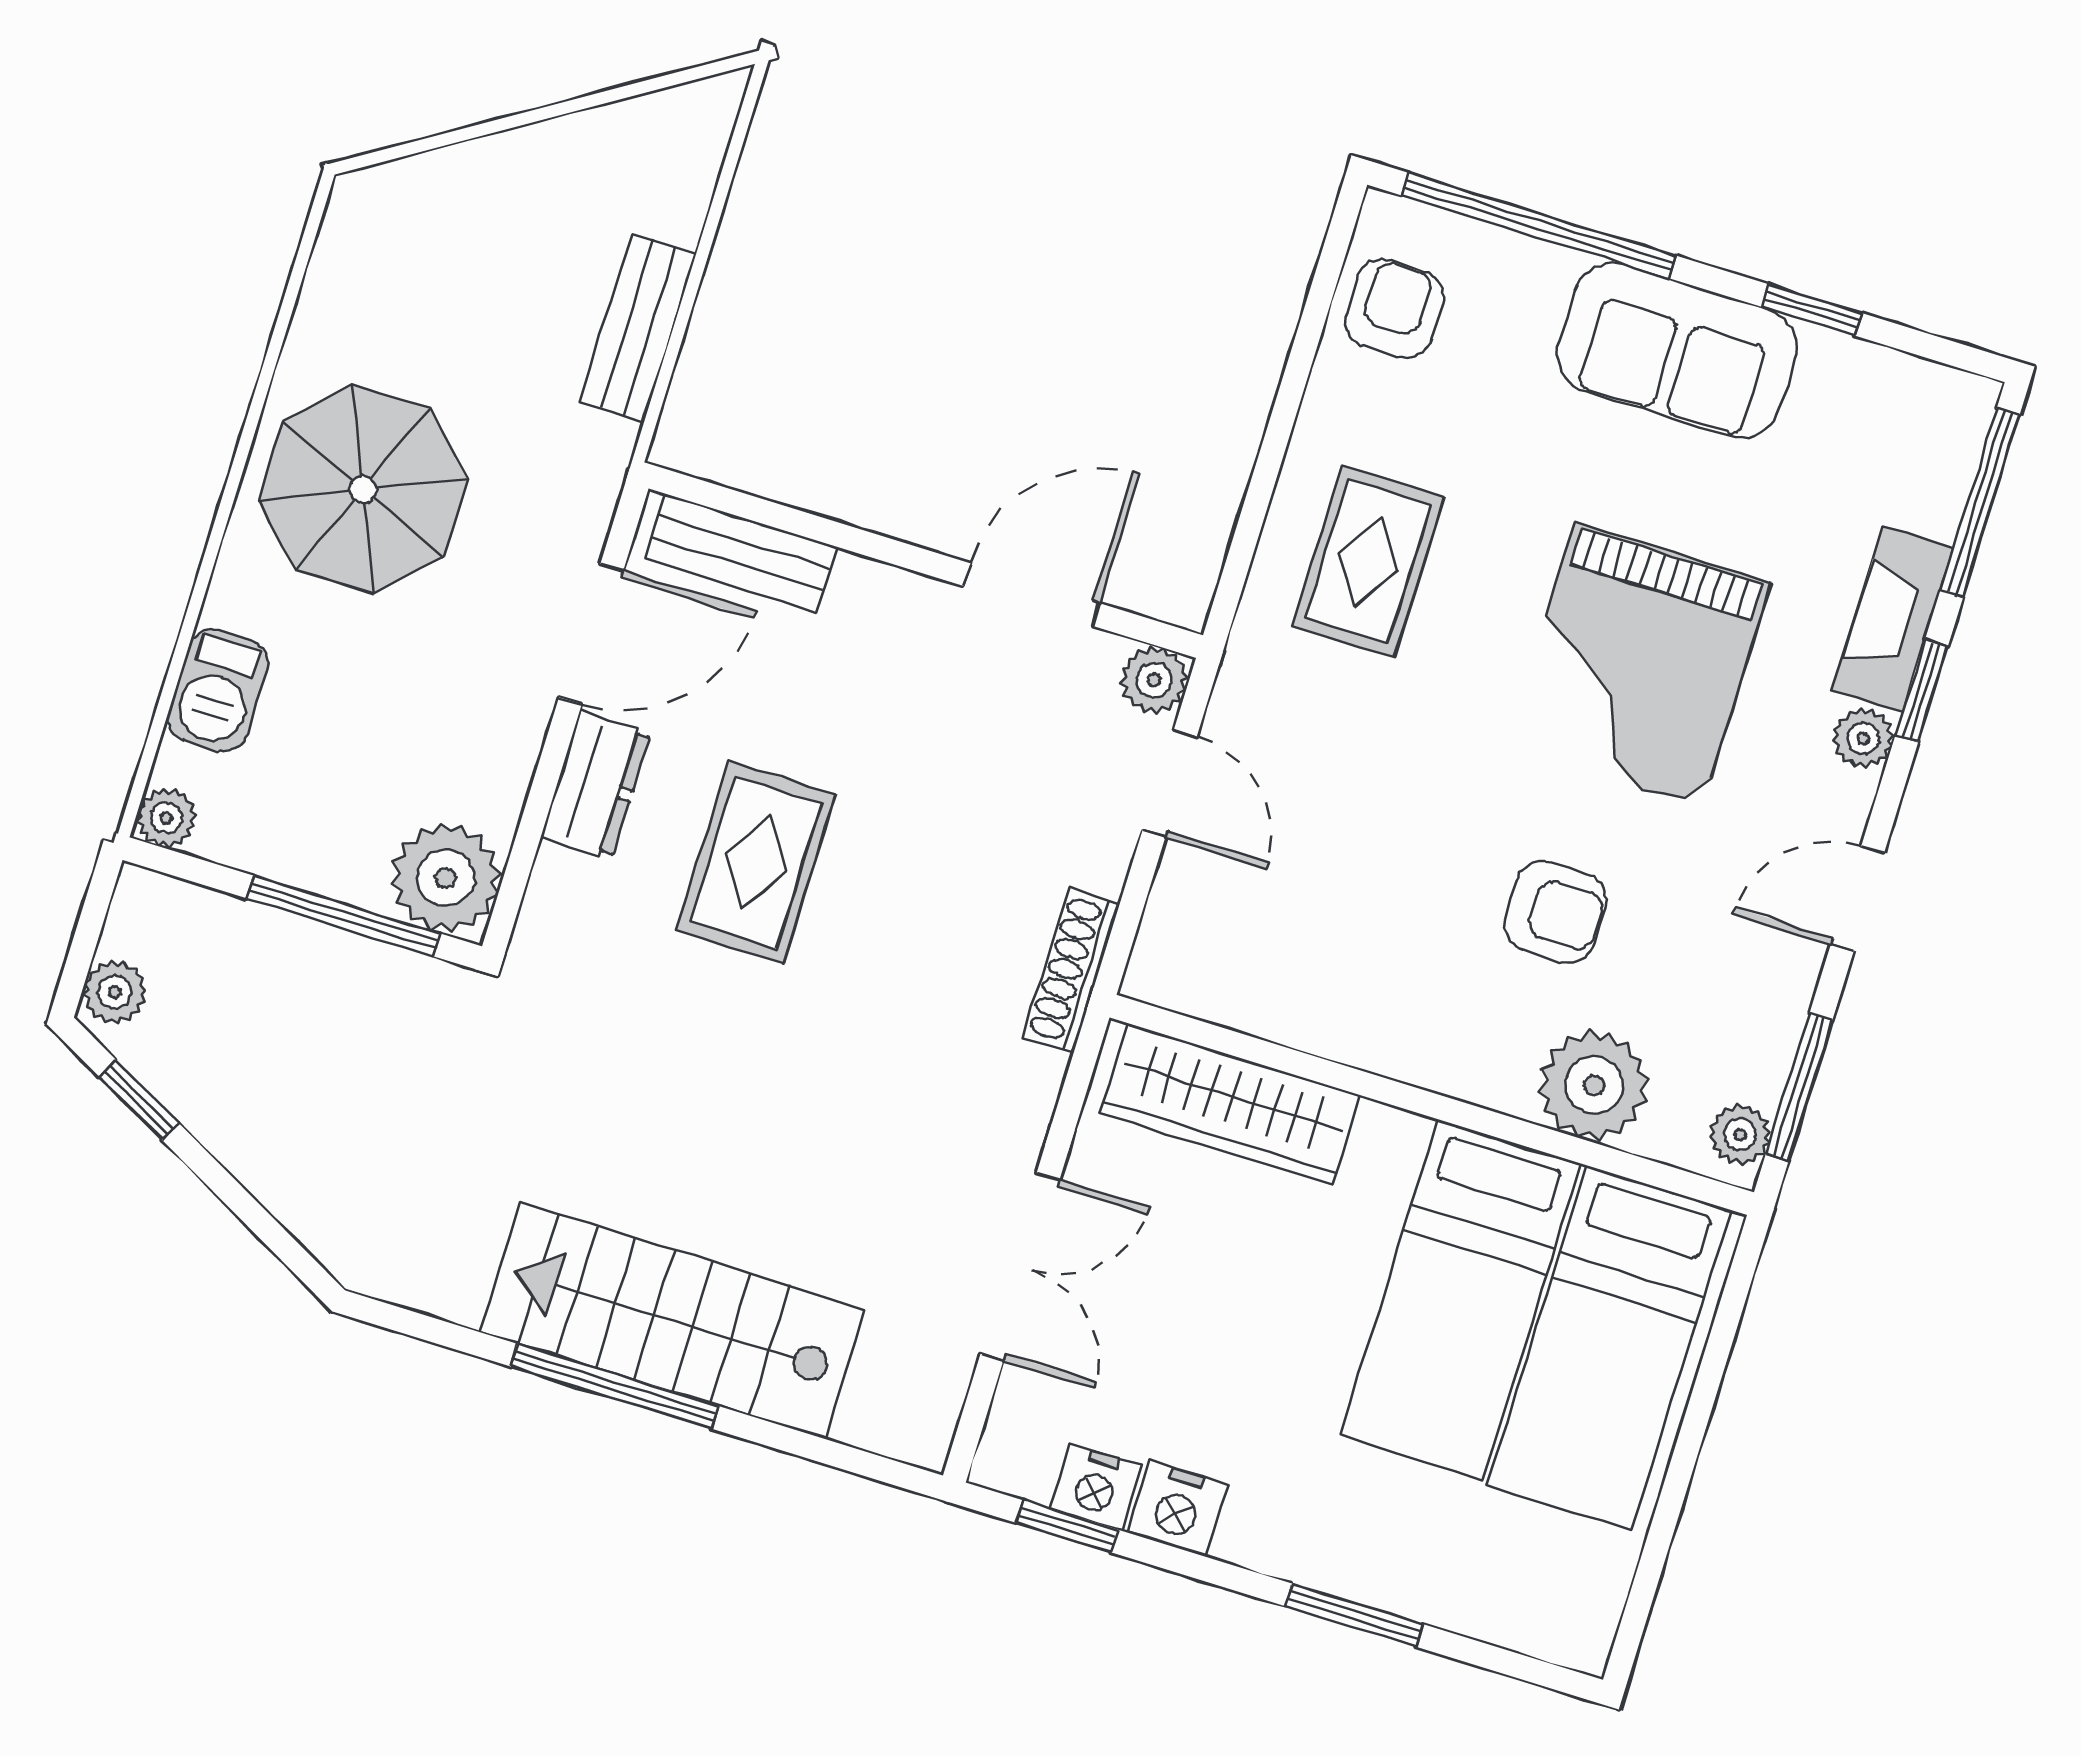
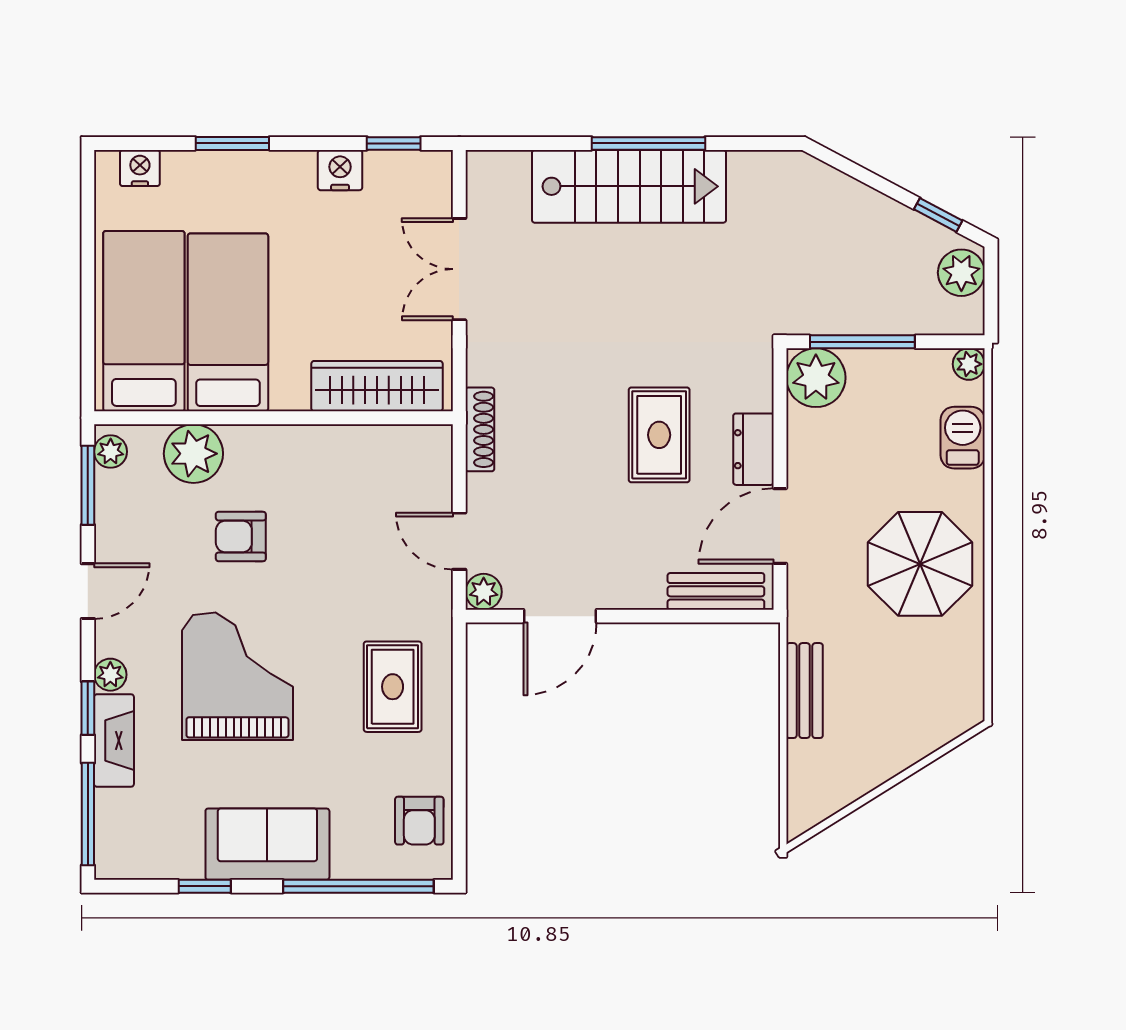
plant: (115, 992) -> (961, 273), width x1.38, depth x1.38
nightstand: (1096, 1487) -> (140, 168), moved

